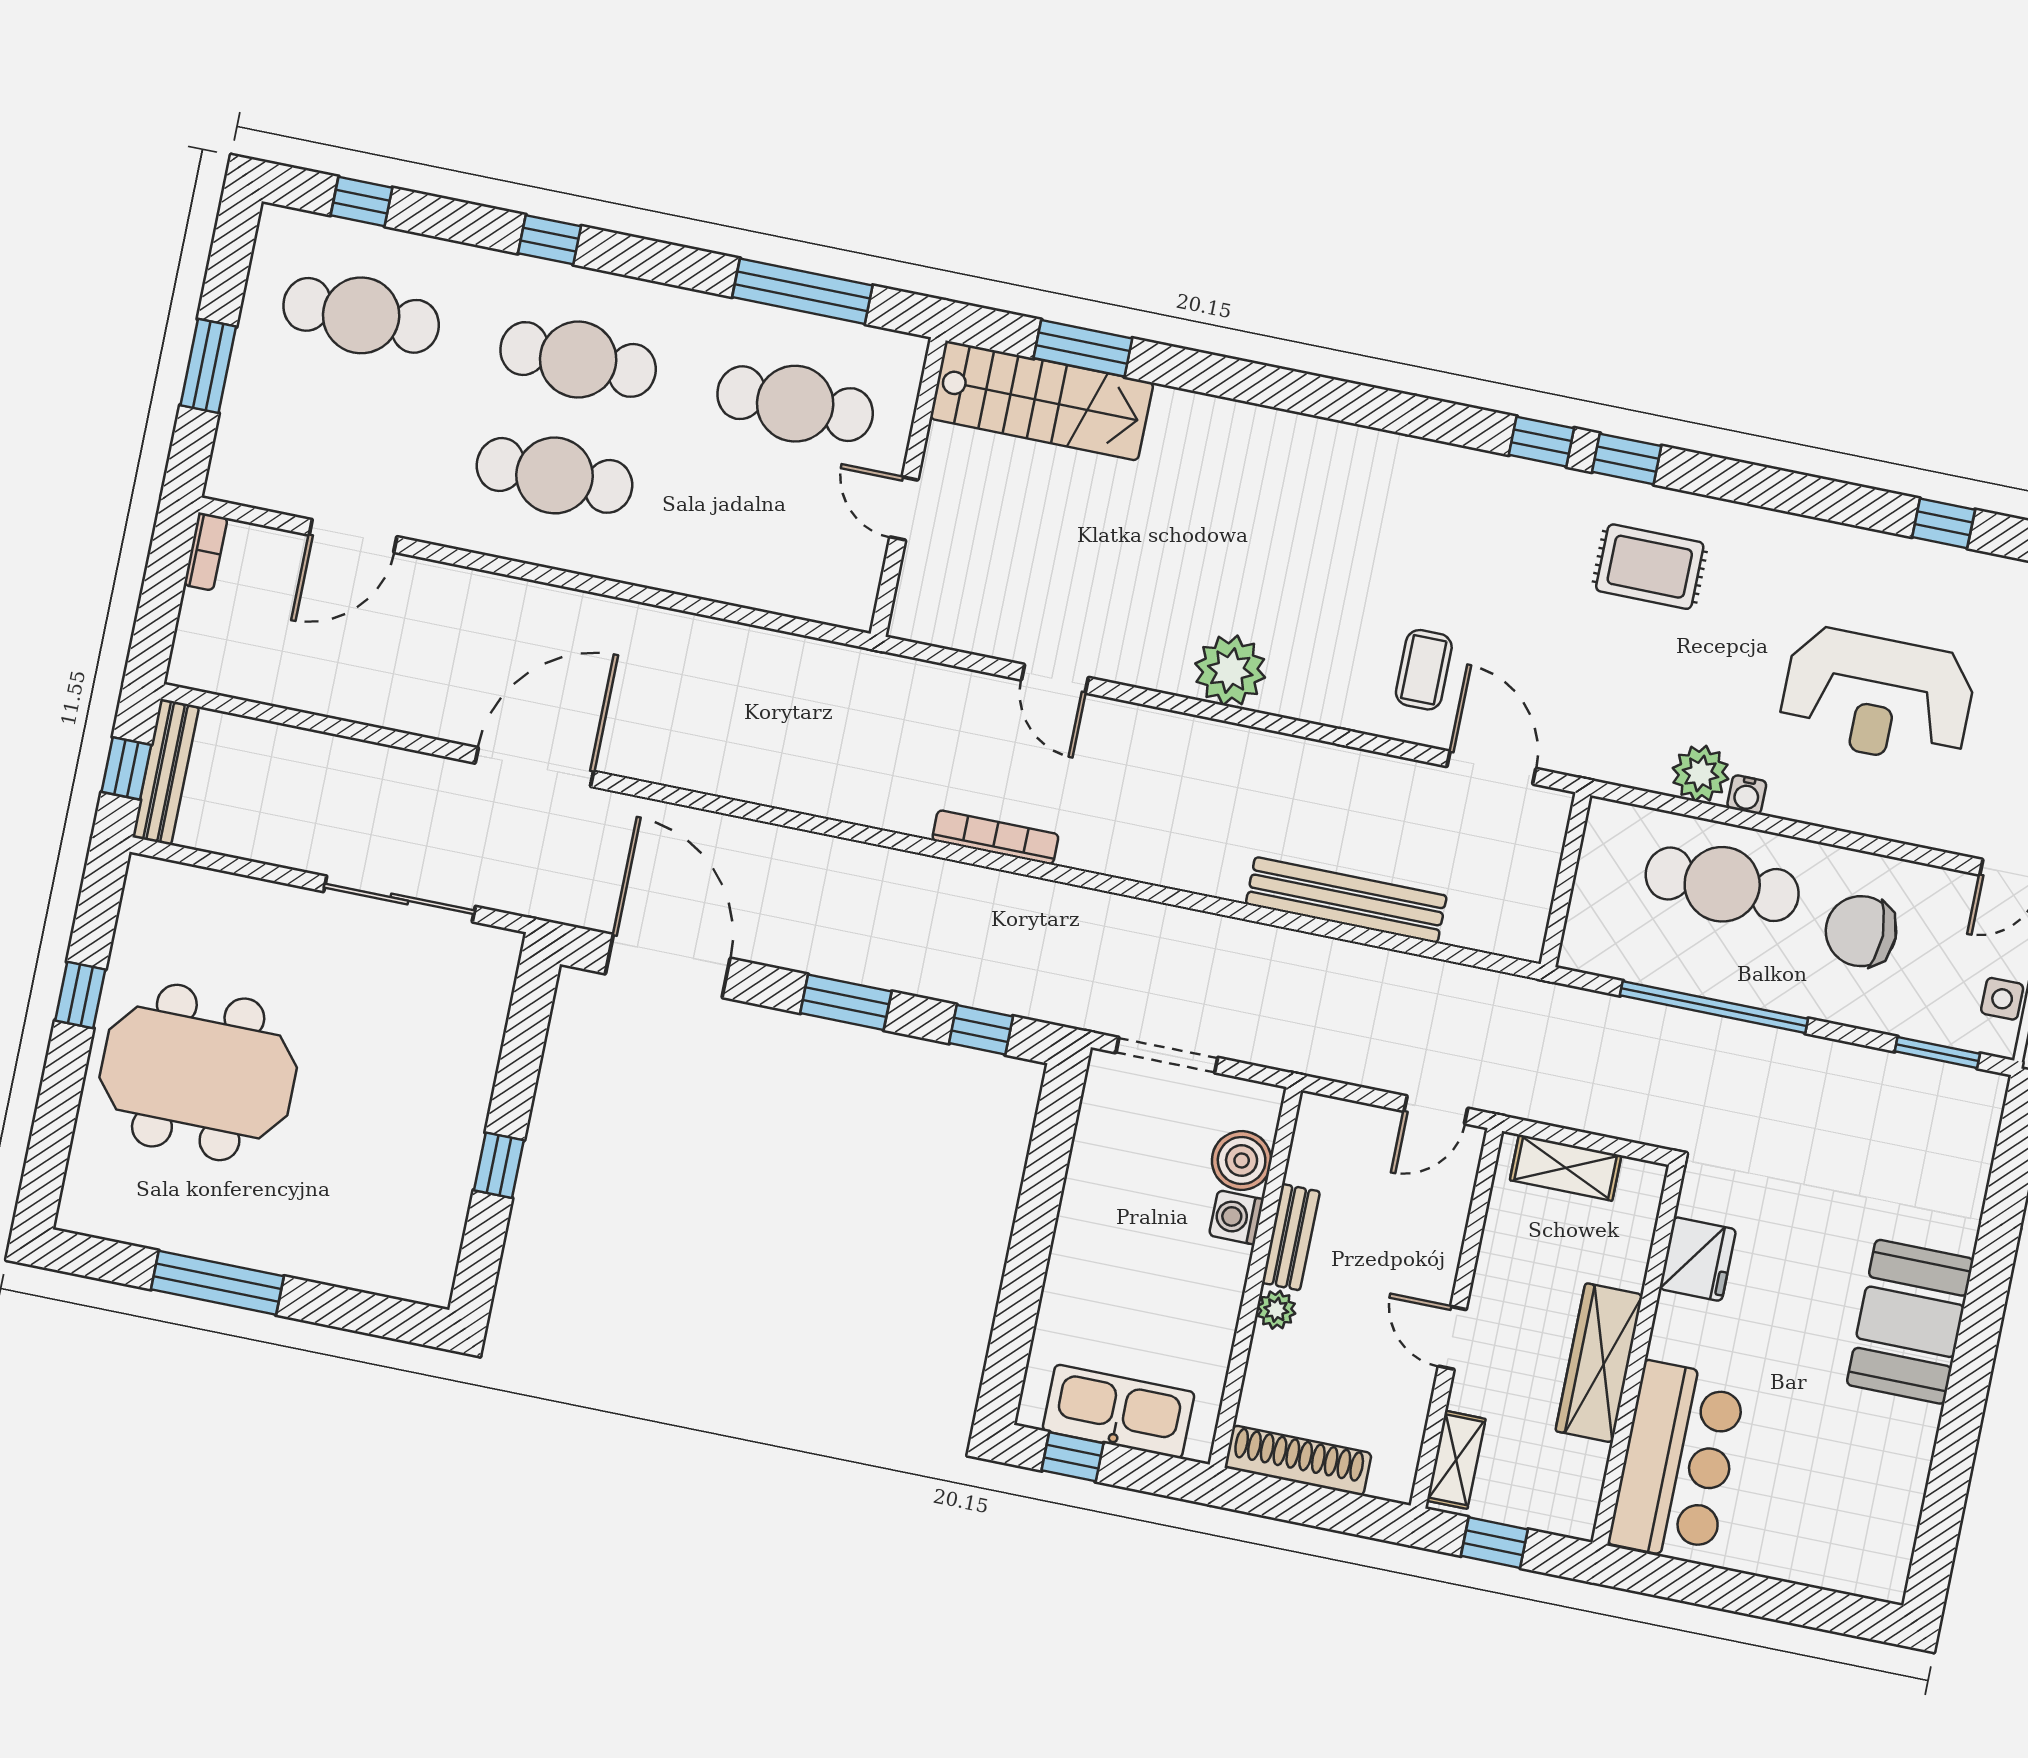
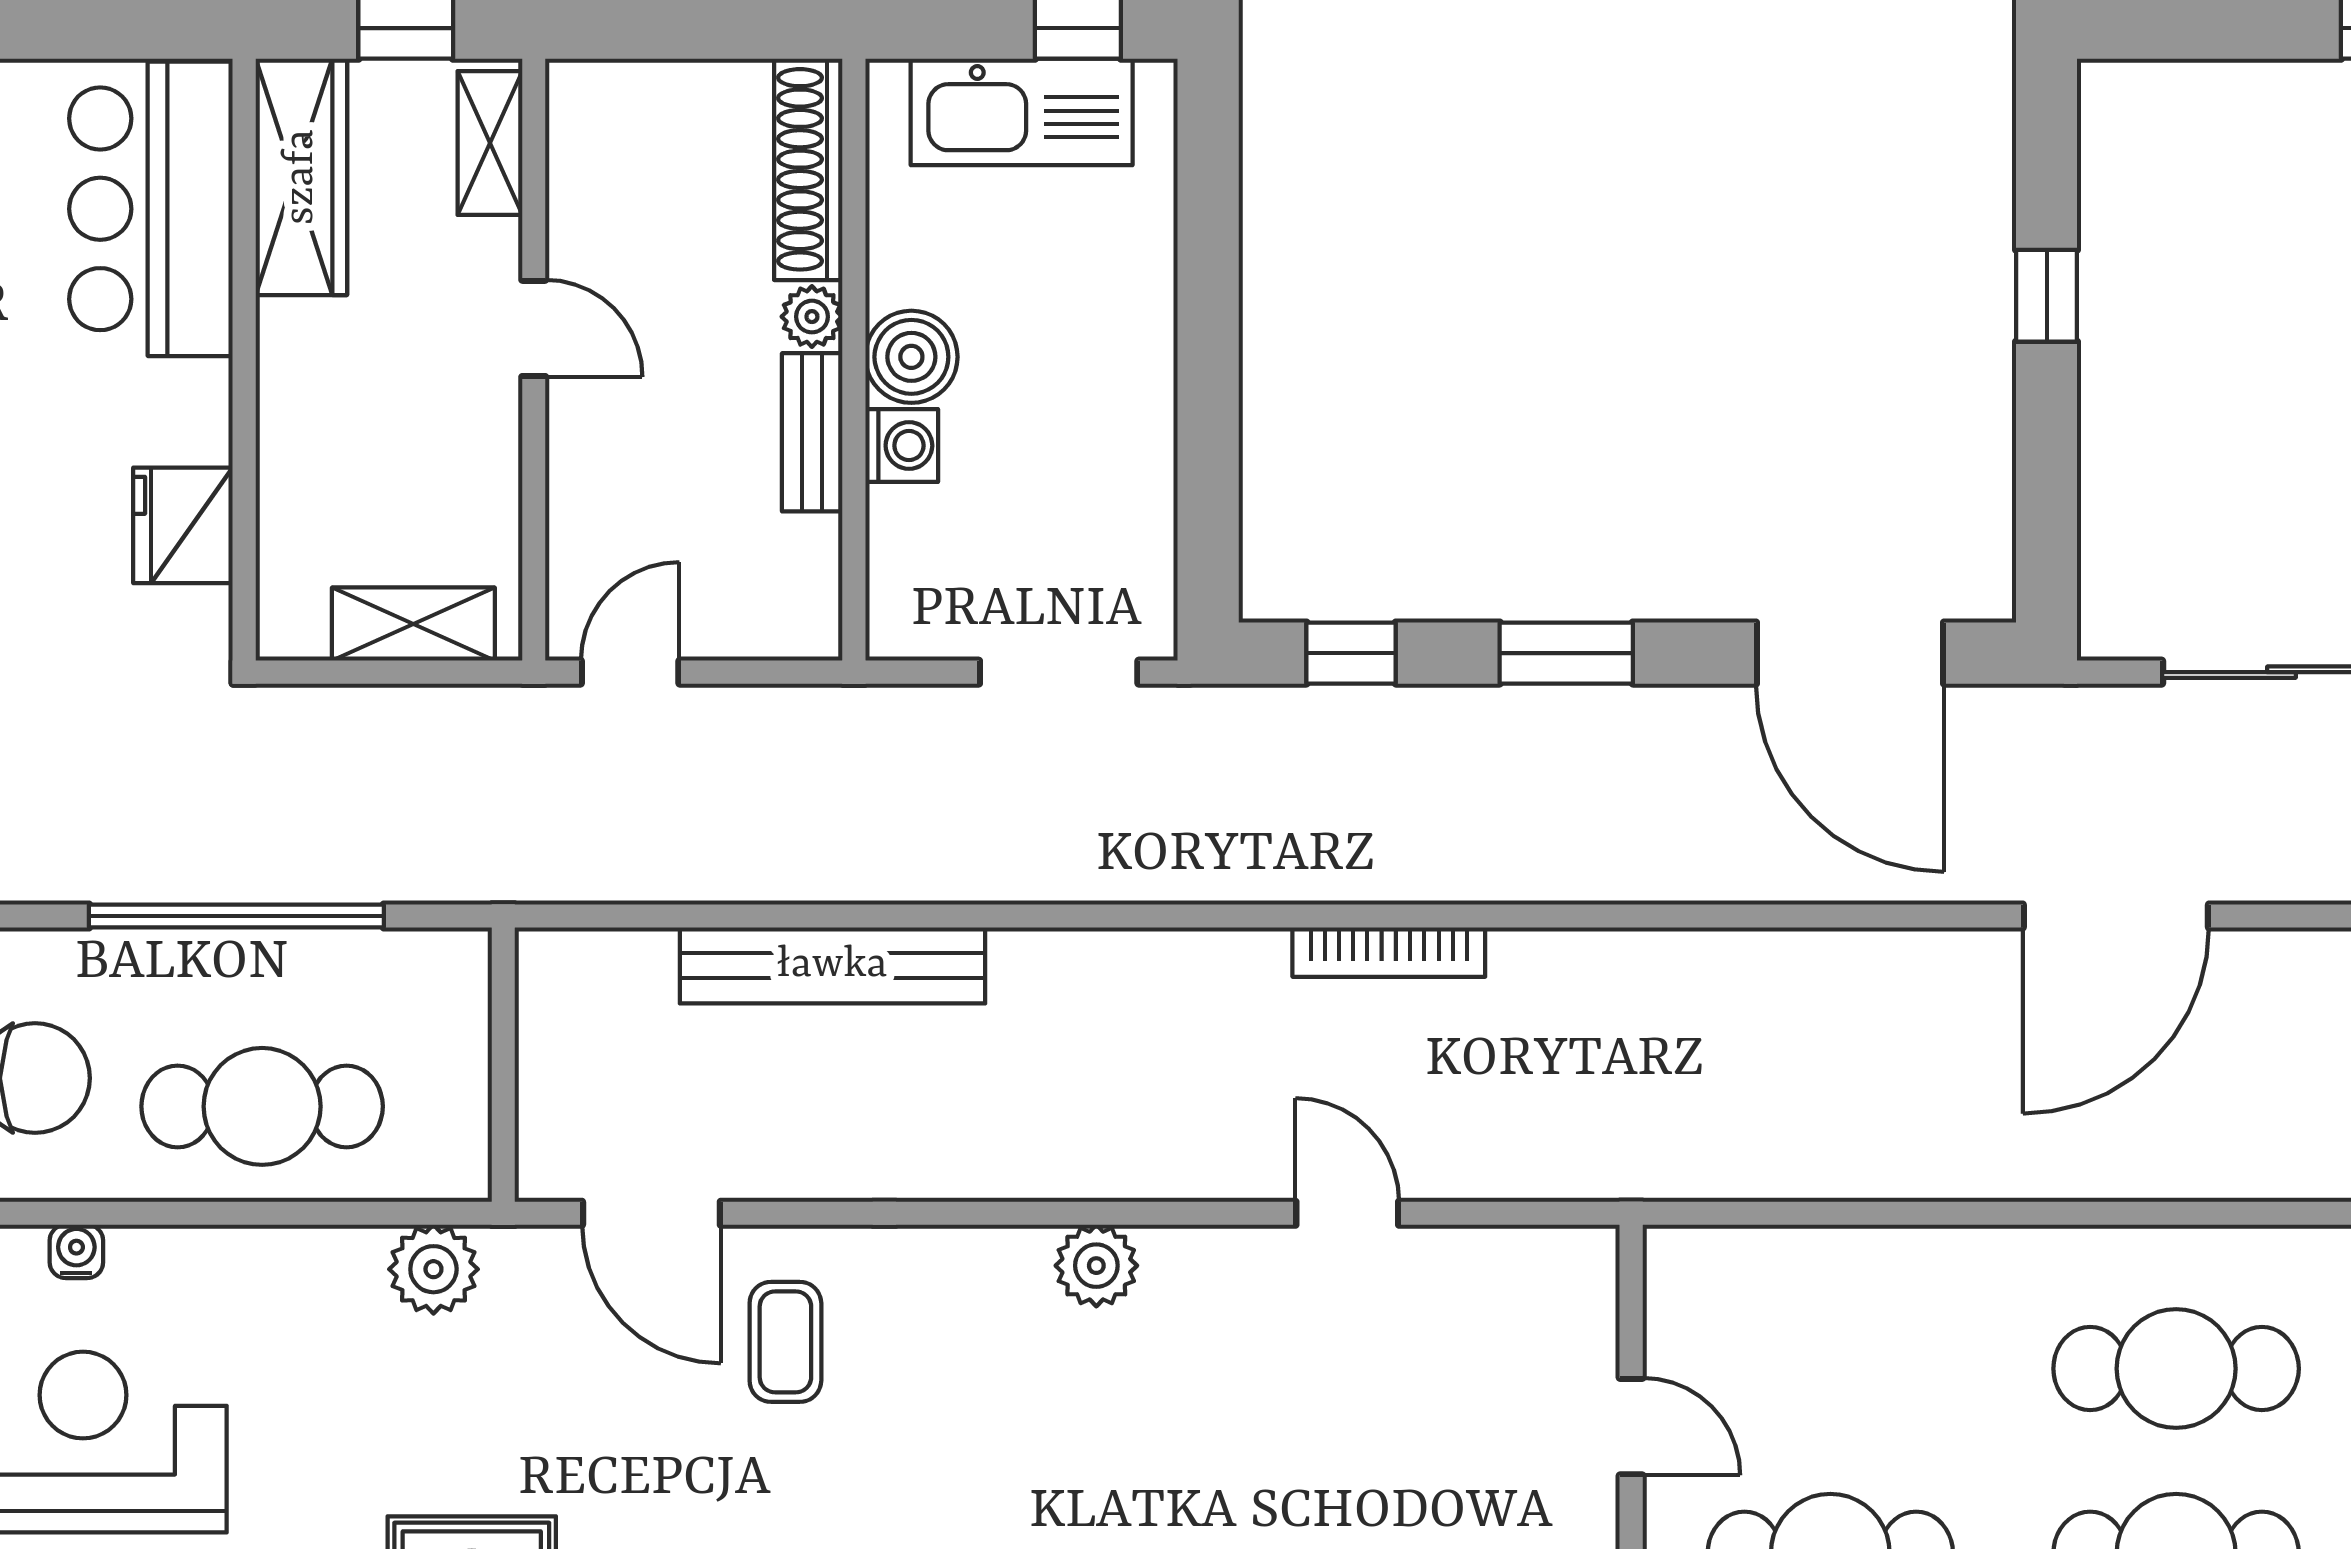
plant: (1230, 670) -> (1096, 1266), width x0.73, depth x0.73
plant: (1701, 774) -> (433, 1269), moved
water cooler: (1747, 795) -> (76, 1251), moved
boiler: (1242, 1161) -> (911, 357), moved
wardrobe: (1599, 1363) -> (301, 177), moved
shoe rack: (1298, 1460) -> (808, 169), moved, turned 90

